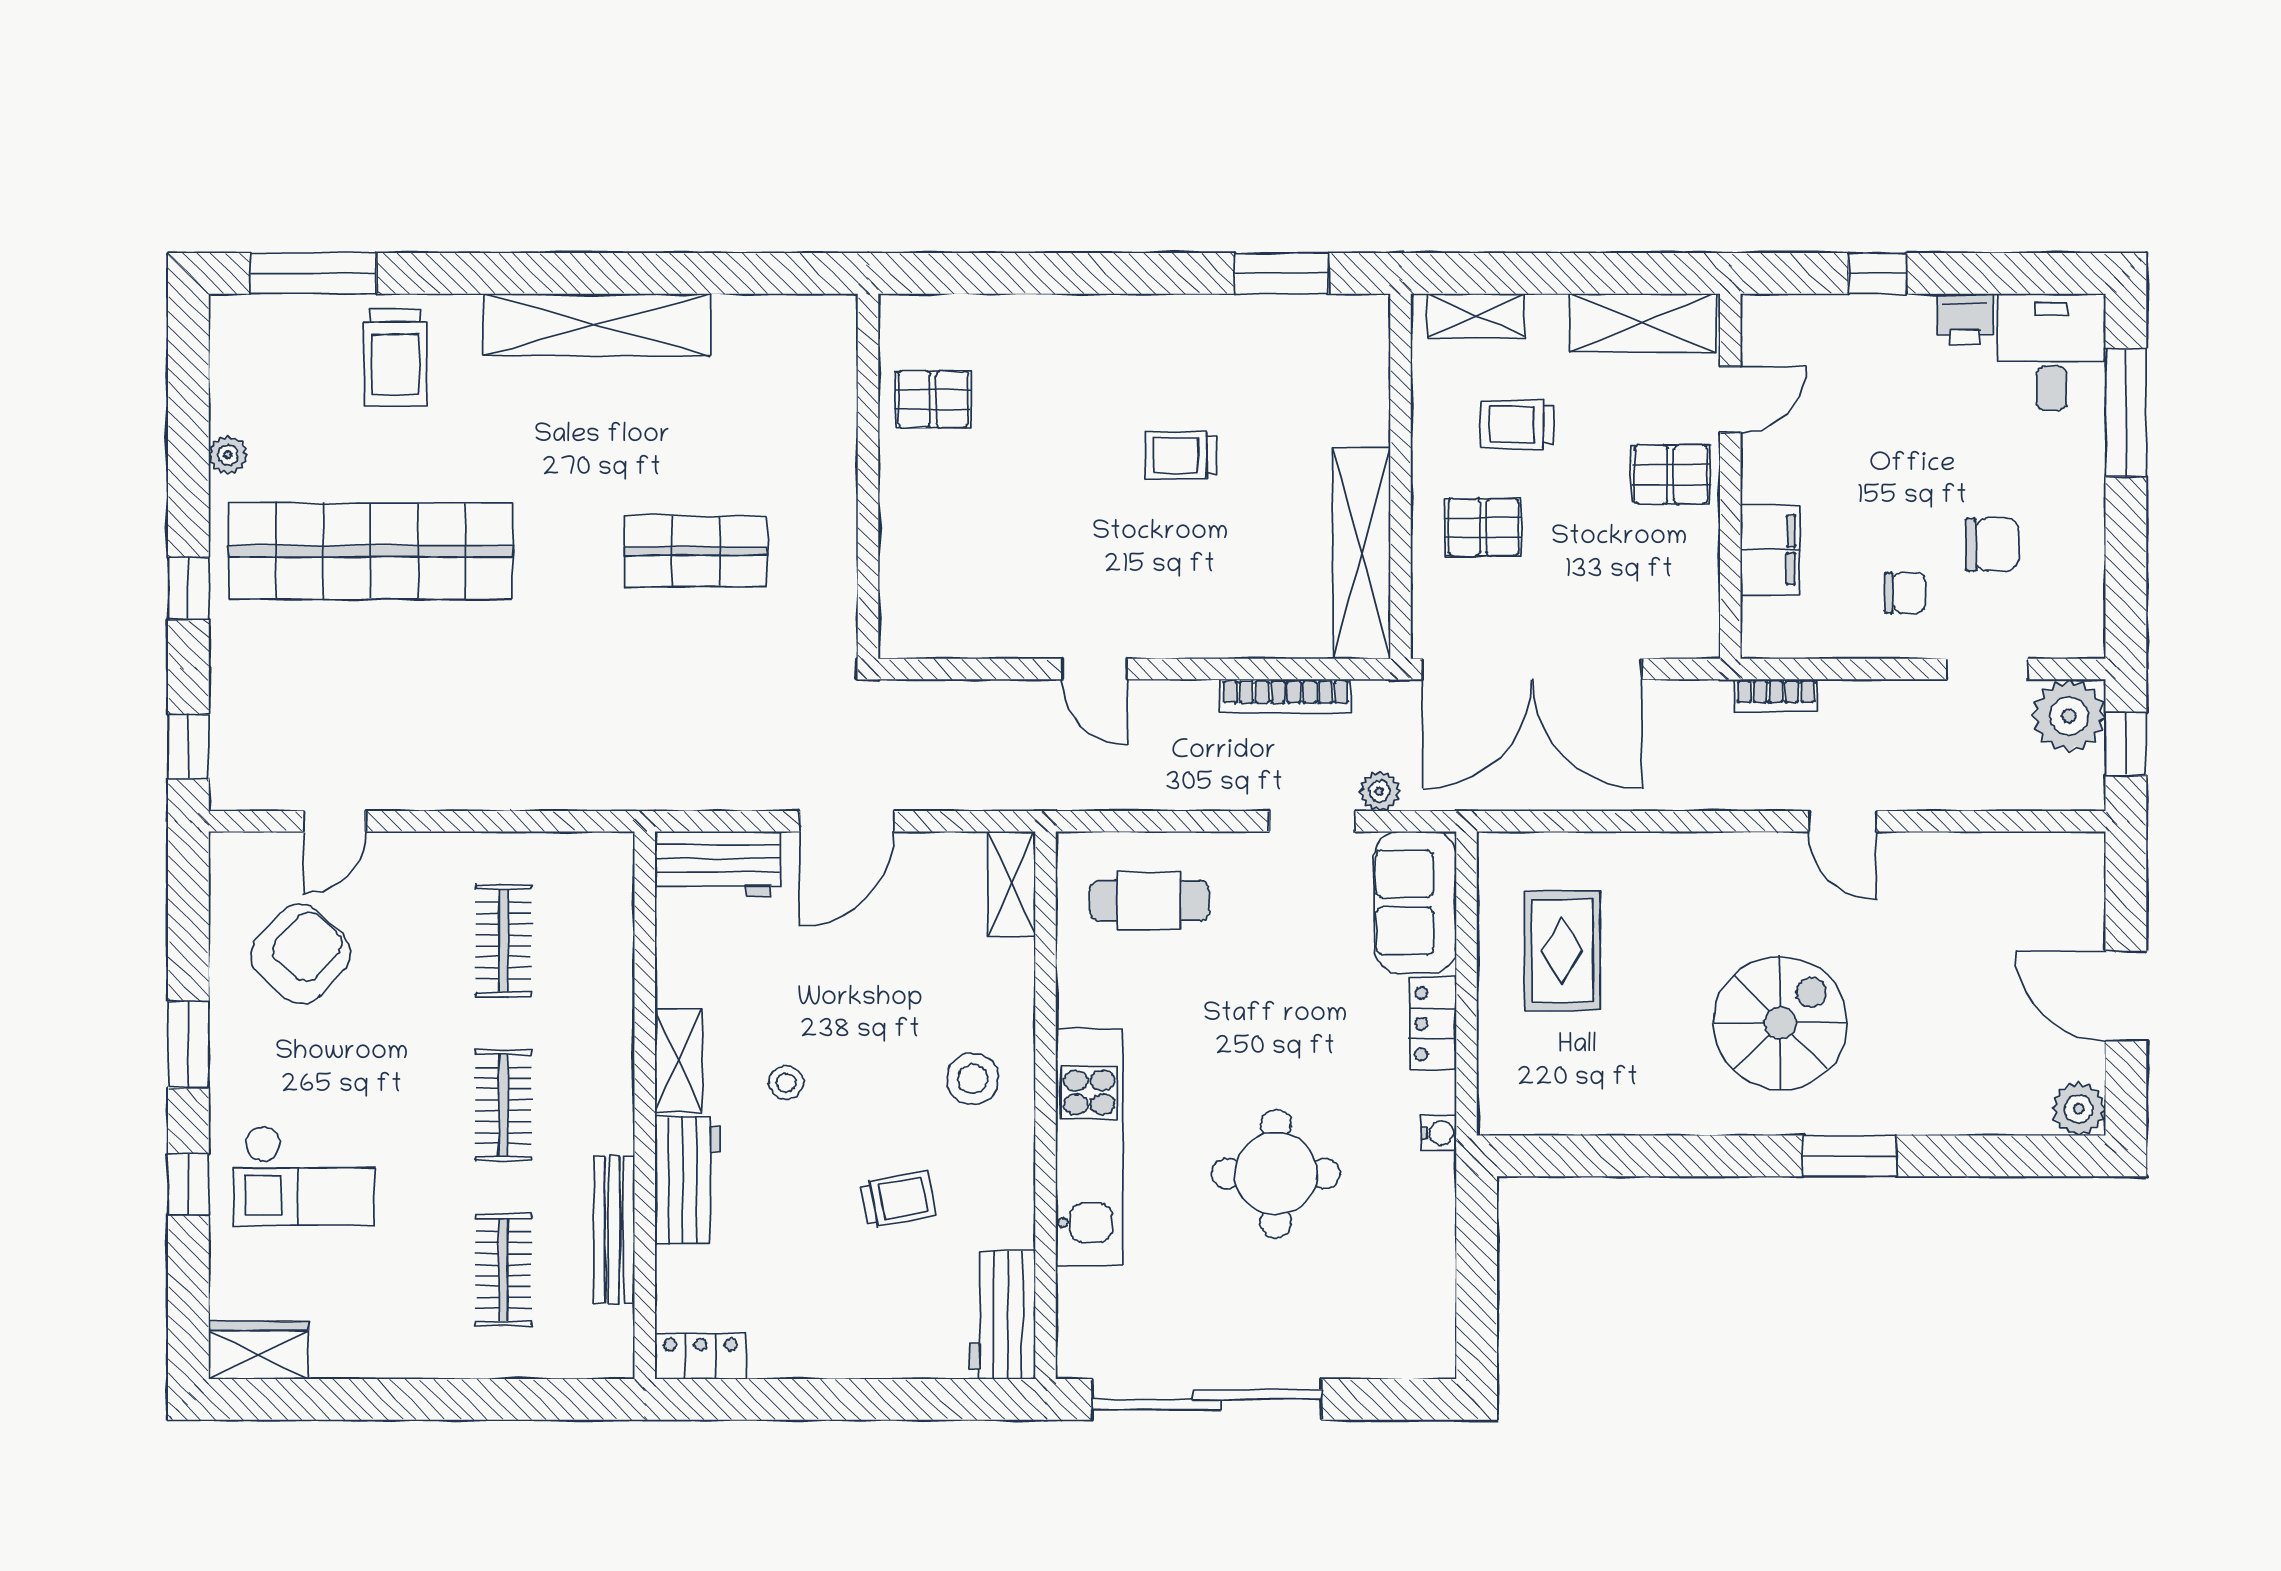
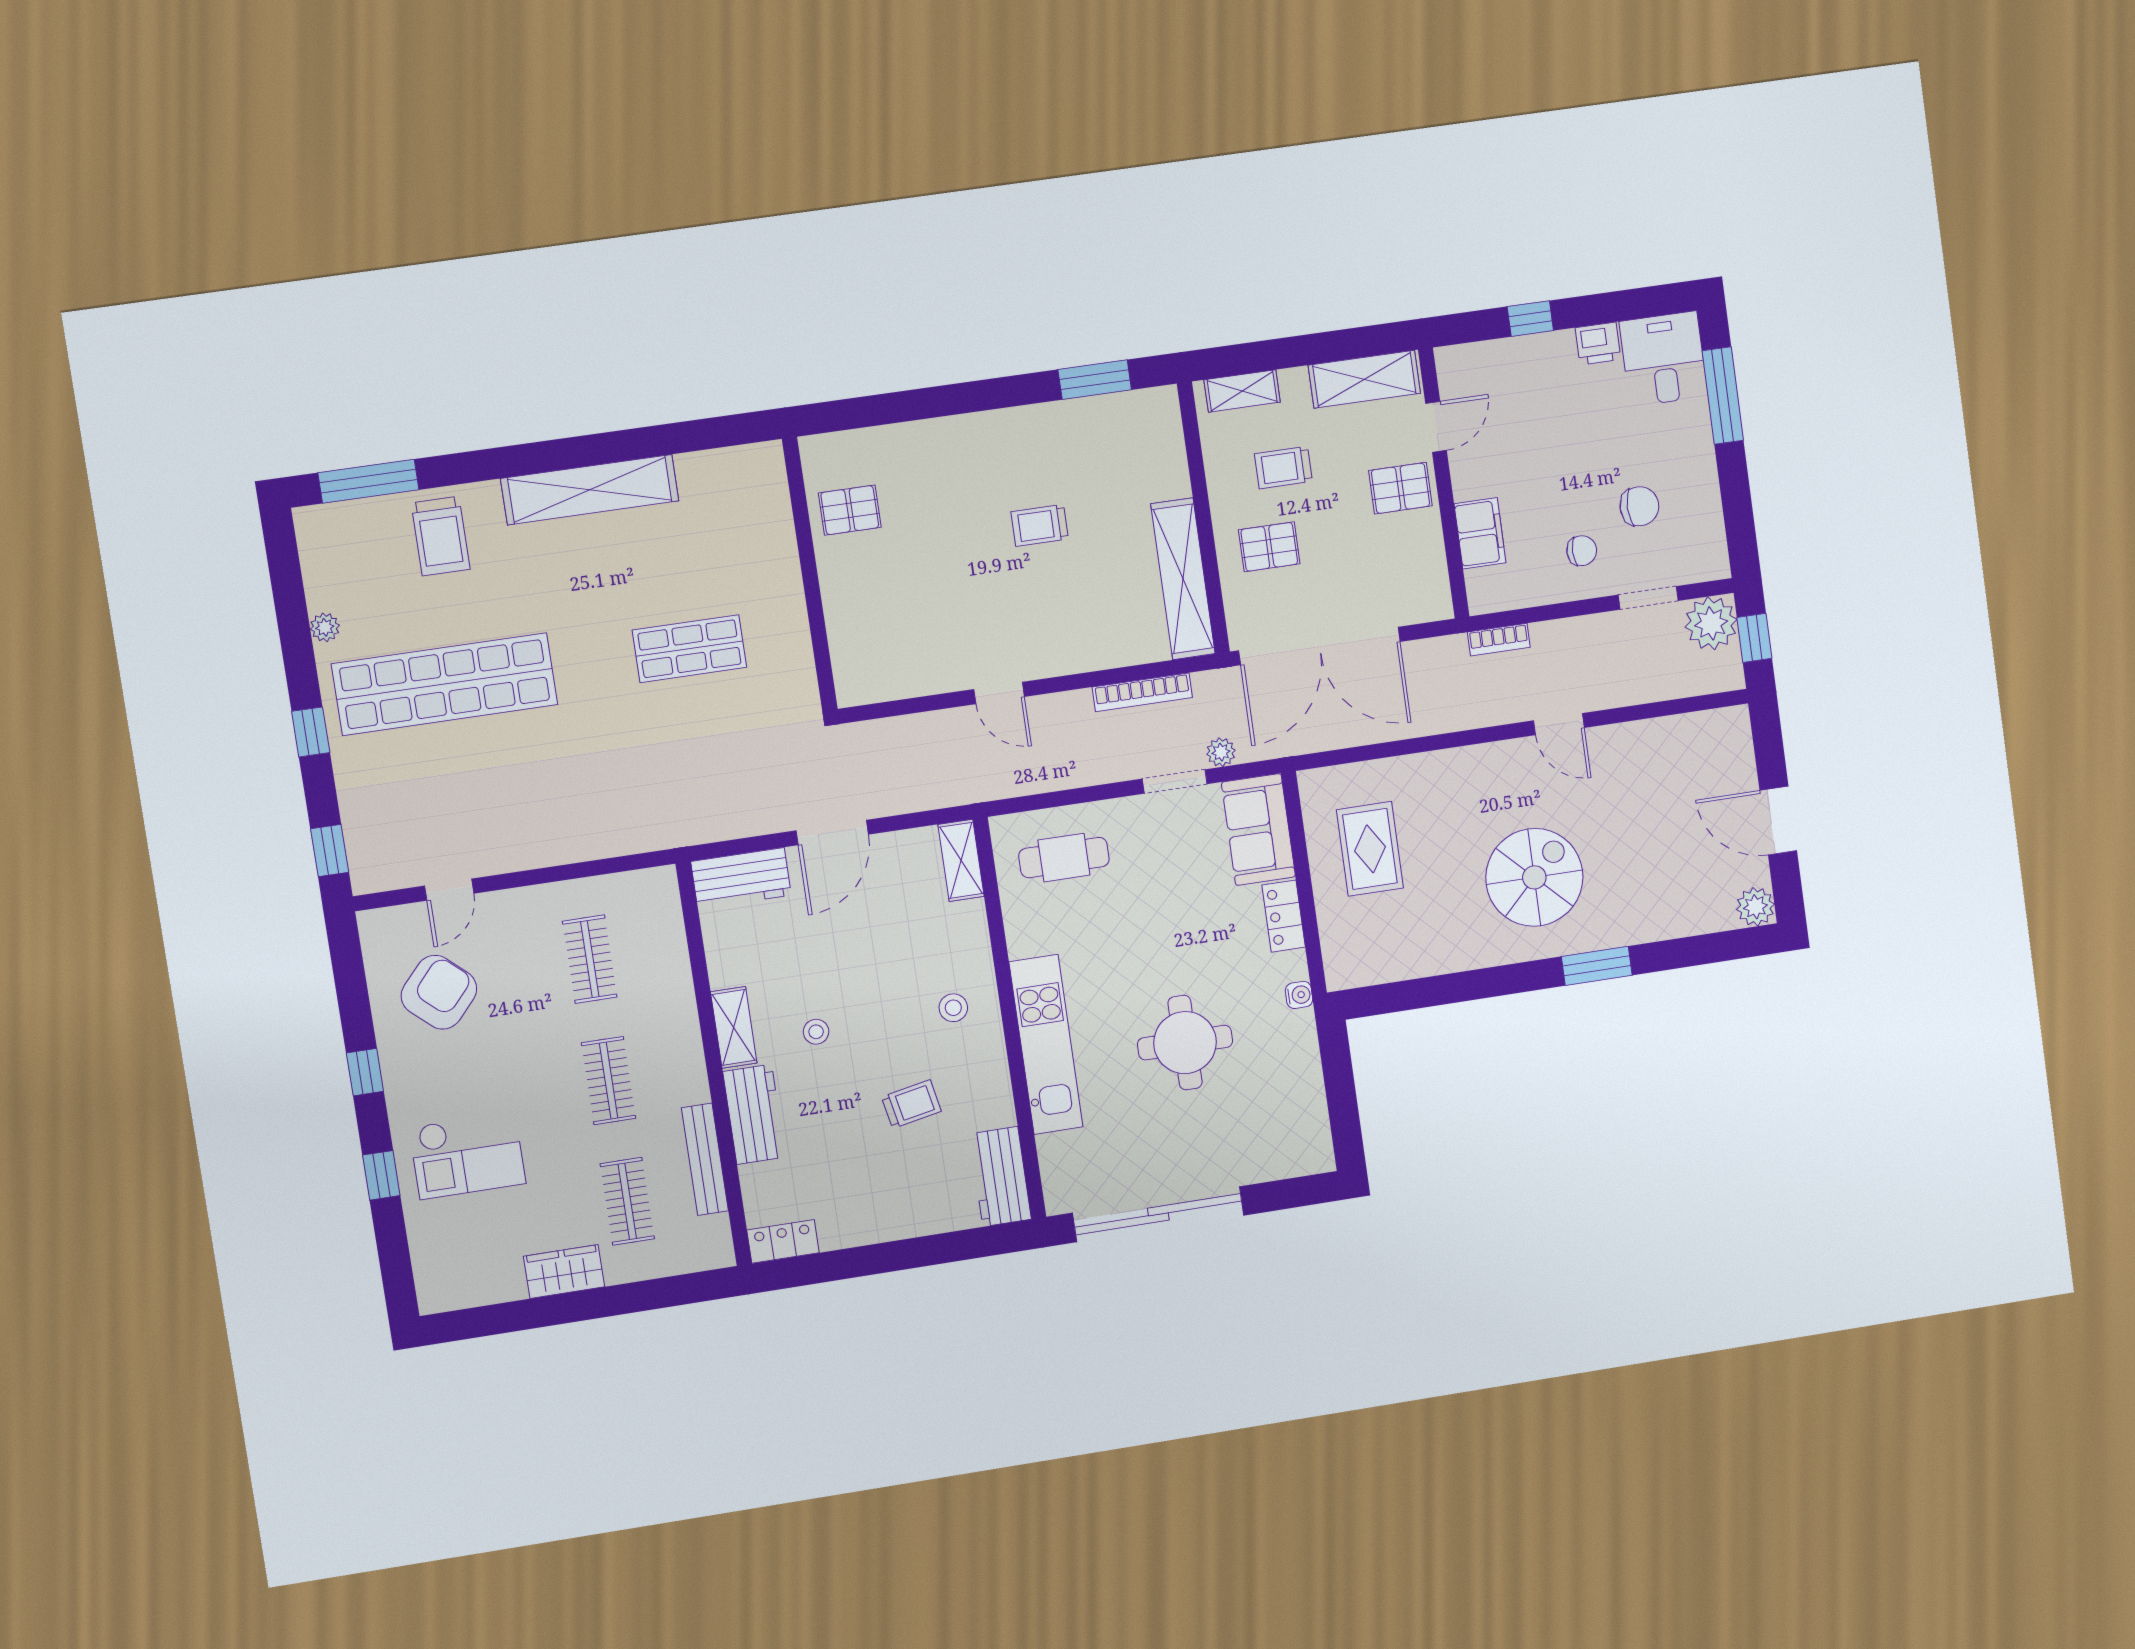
window: (188, 1045) -> (365, 1072), width x0.67
stool: (973, 1079) -> (953, 1008), width x0.73, depth x0.73
wardrobe: (259, 1350) -> (564, 1272), moved

